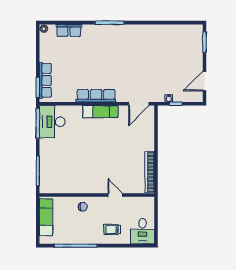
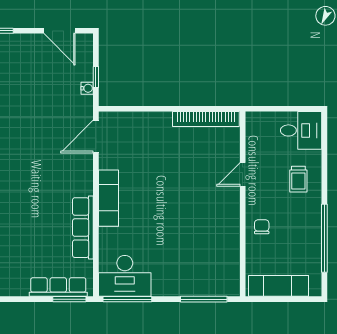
row of seats: (96, 96) -> (83, 228), moved
door: (139, 104) -> (96, 136), swing flipped

